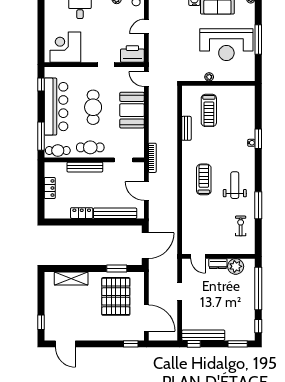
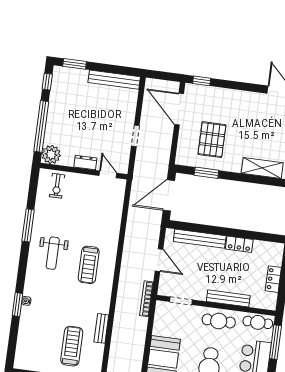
exercise bike: (241, 226) -> (57, 186), moved
plant: (236, 266) -> (51, 154), moved
pallet: (116, 296) -> (212, 140), width x0.73, depth x0.71
window: (194, 344) -> (127, 71), removed

